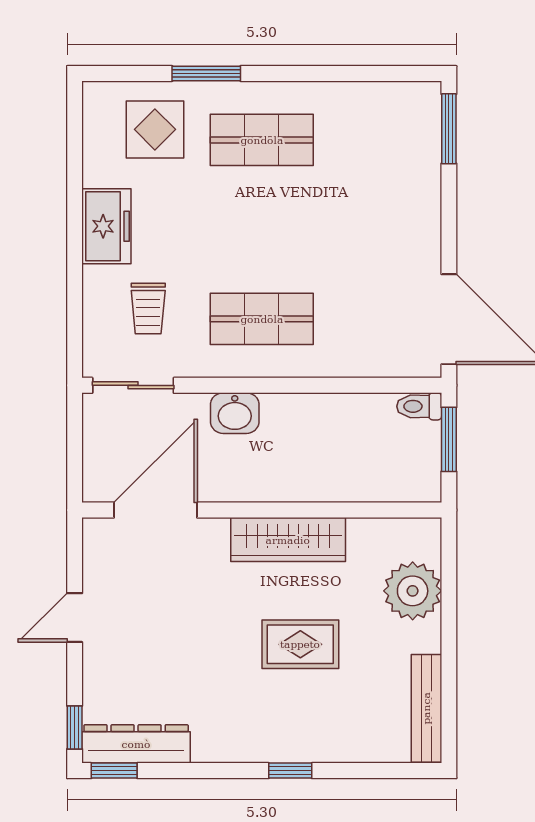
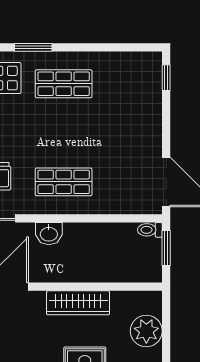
window: (449, 129) -> (166, 78), width x0.67

